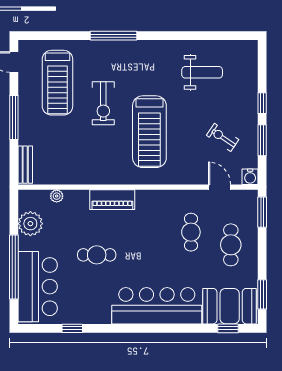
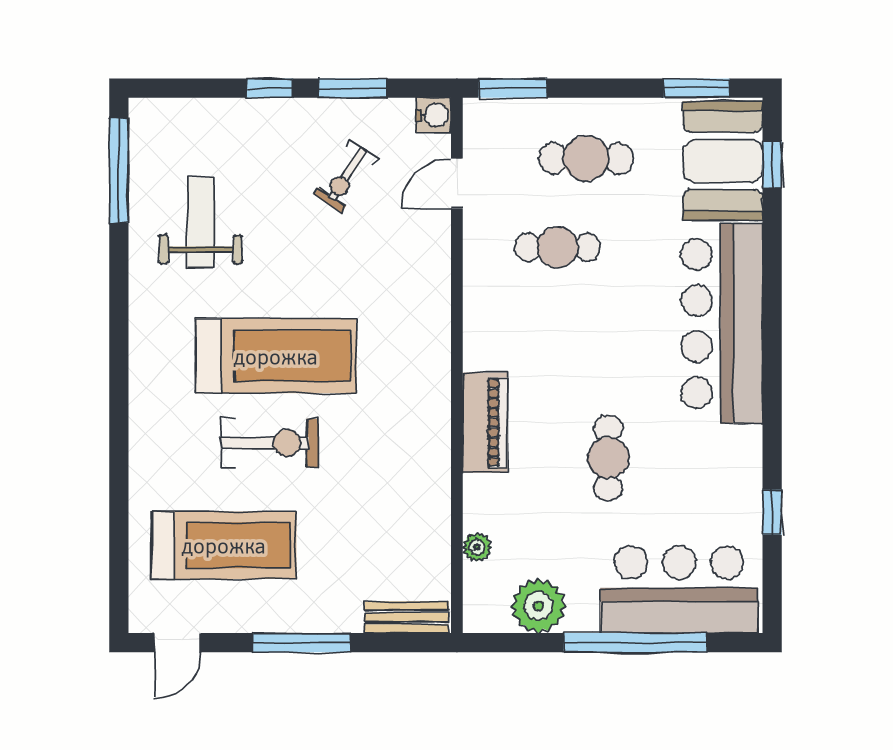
window: (114, 36) -> (119, 171), moved
treadmill: (149, 132) -> (276, 356), moved

